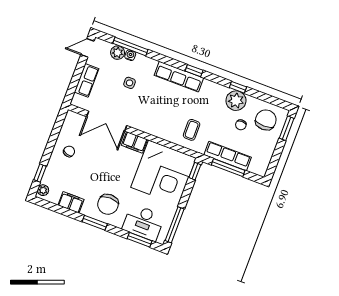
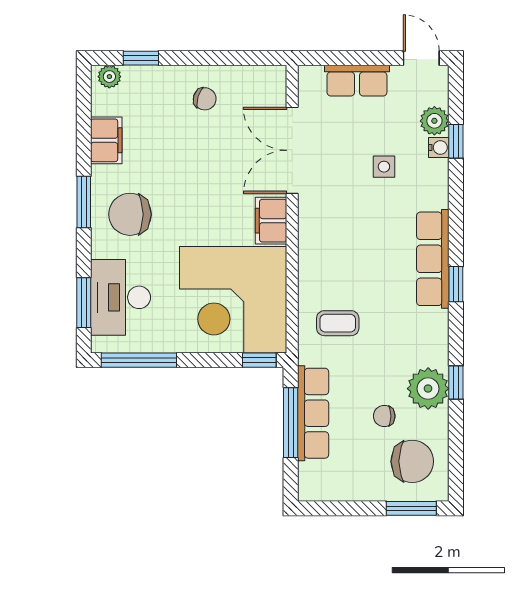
window: (130, 47) -> (456, 141), width x0.46

